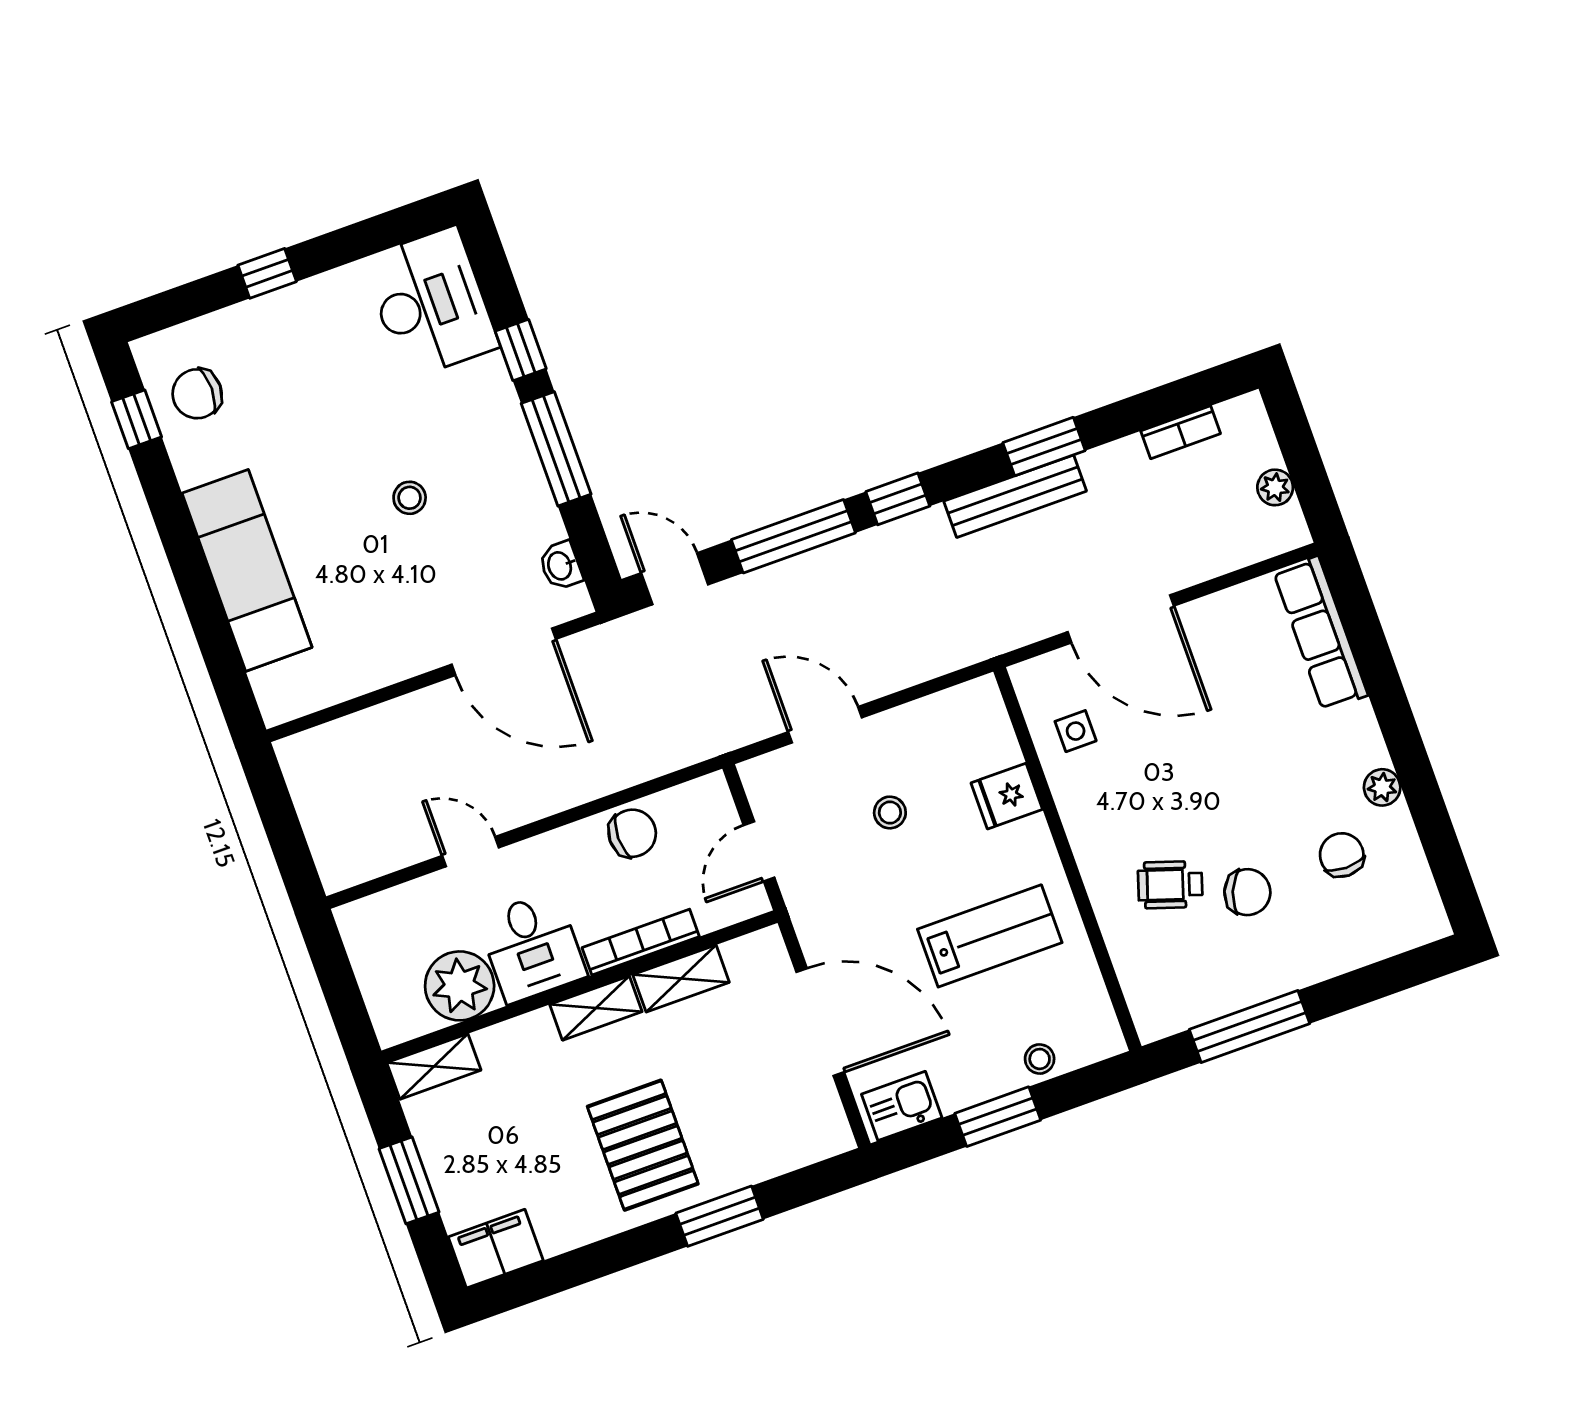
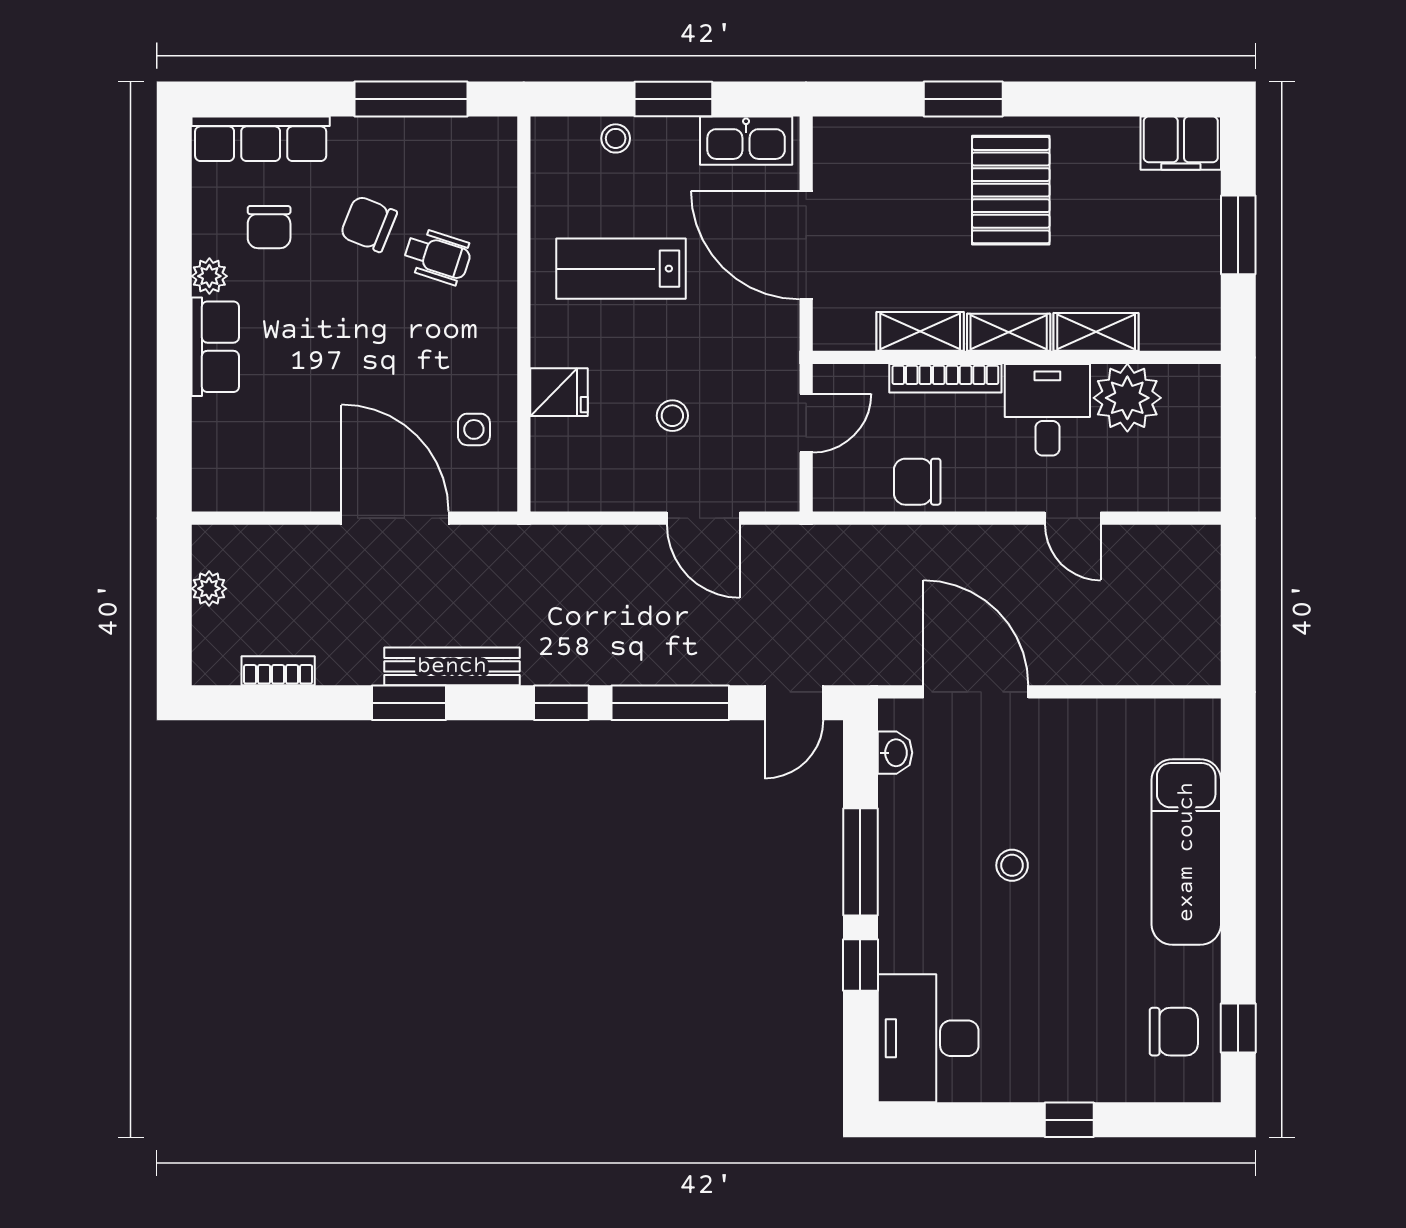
door: (675, 579) -> (794, 703), hinge flipped
row of seats: (1321, 633) -> (215, 347), moved, width x0.68
row of seats: (1380, 937) -> (261, 139), added
shelving: (434, 1066) -> (1096, 332), moved
kitchen sink: (902, 1106) -> (746, 141), width x1.38

